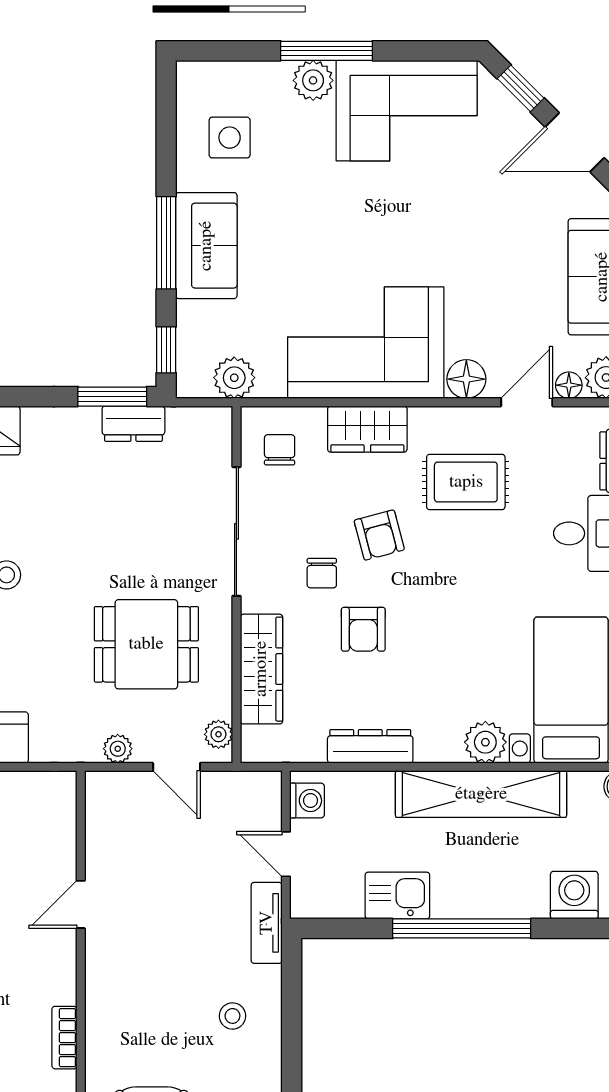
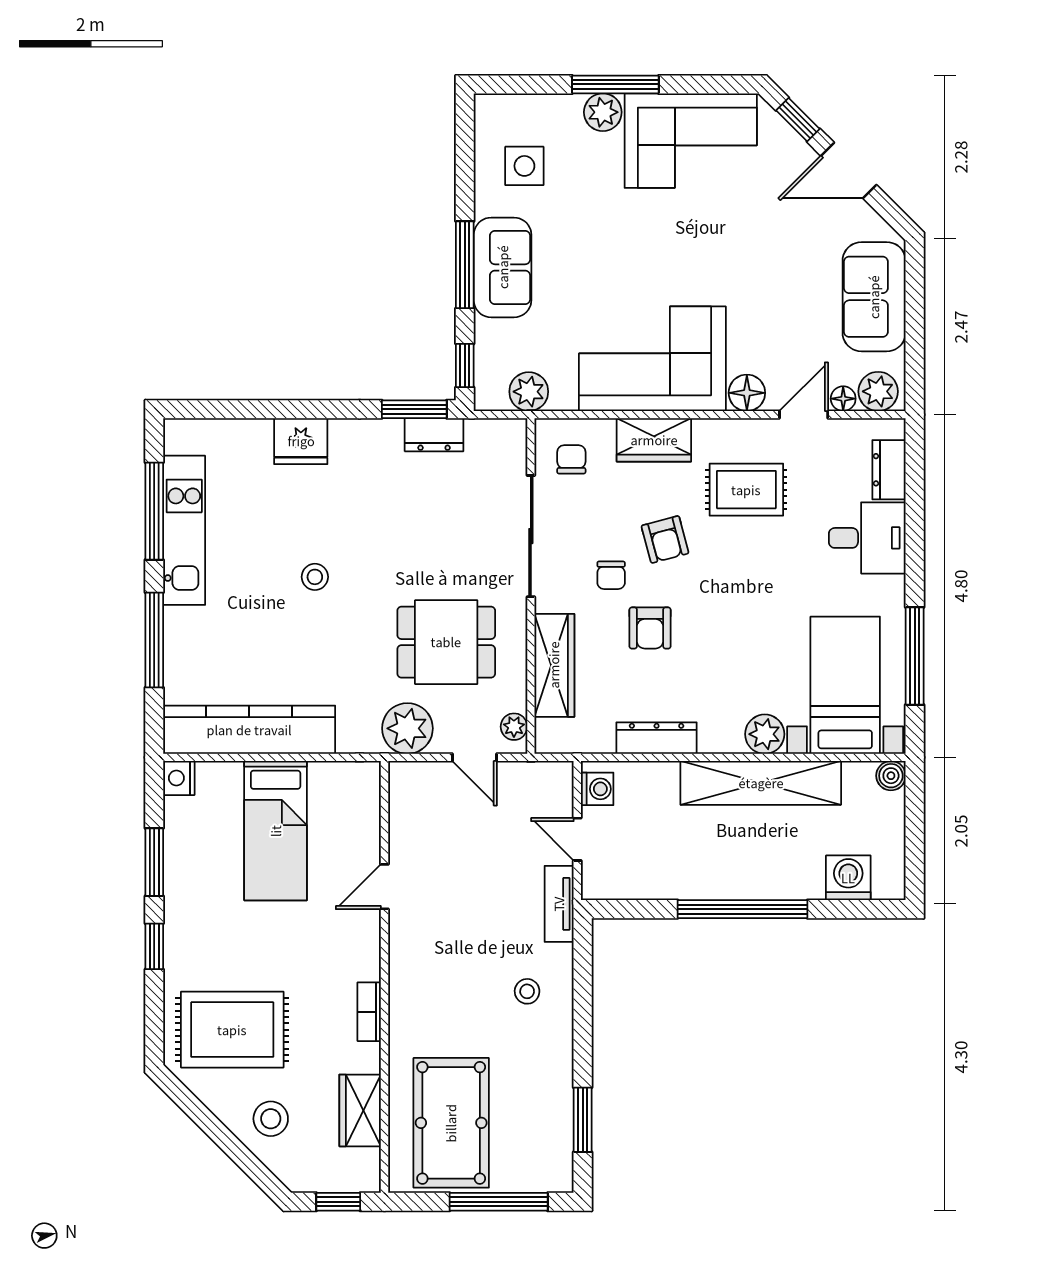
plant: (118, 749) -> (407, 728), width x1.88, depth x1.88
kitchen sink: (397, 895) -> (682, 878), removed

